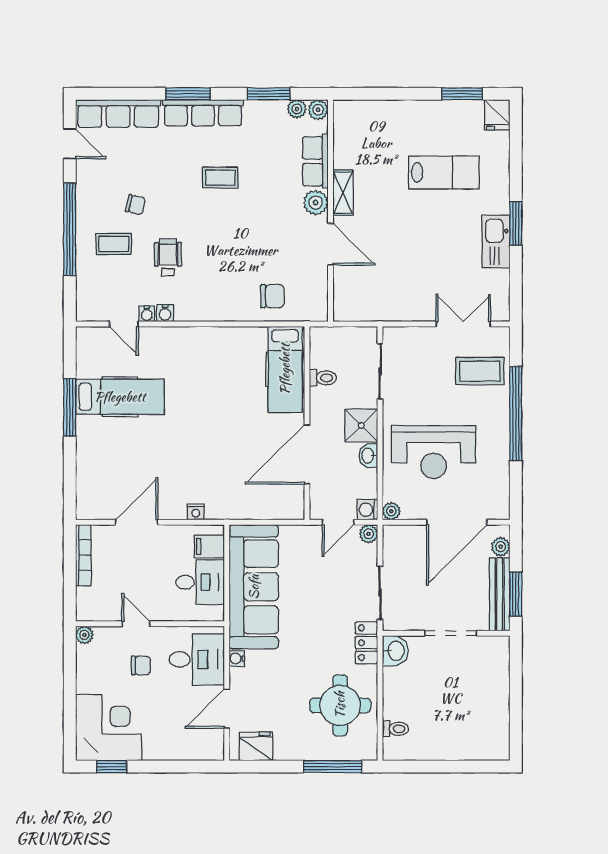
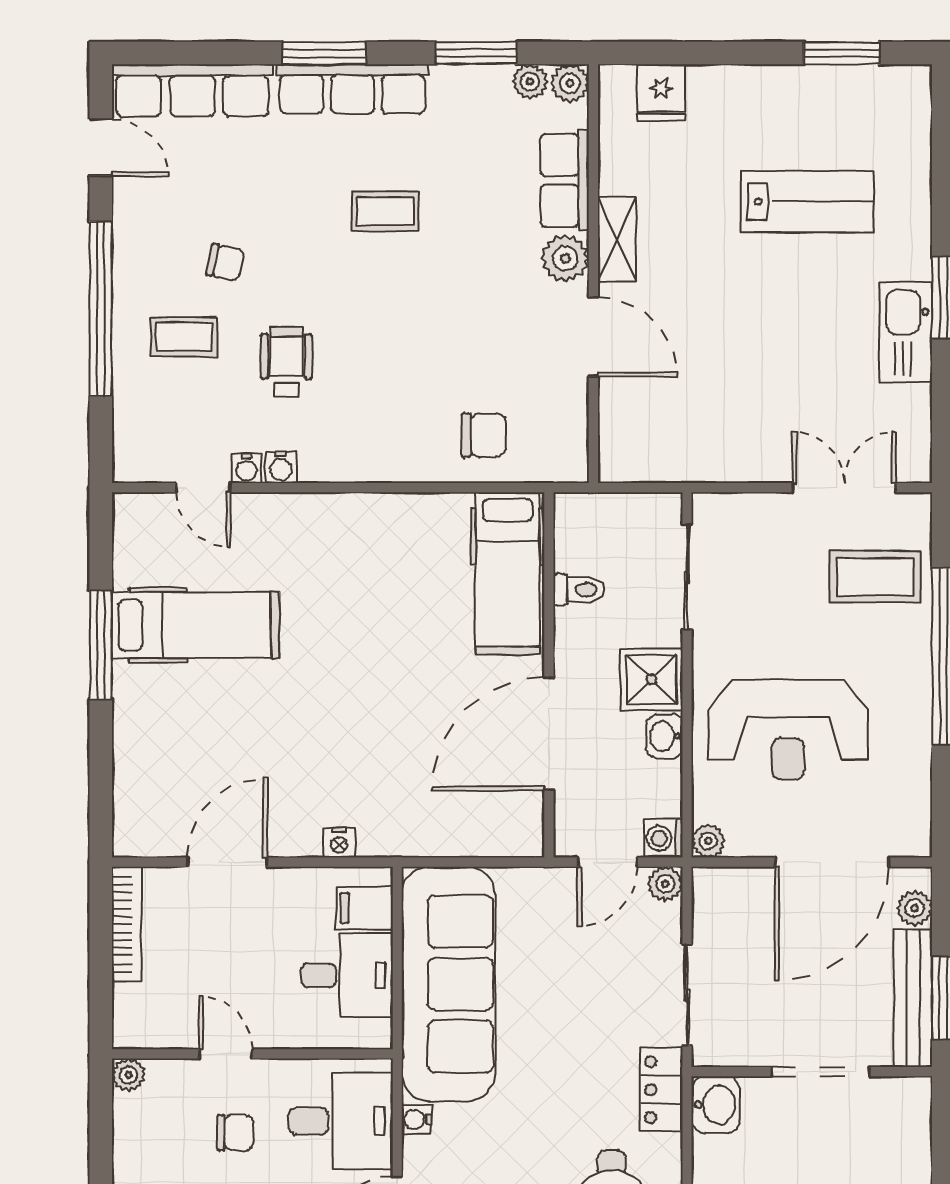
fridge: (497, 115) -> (661, 93), moved

